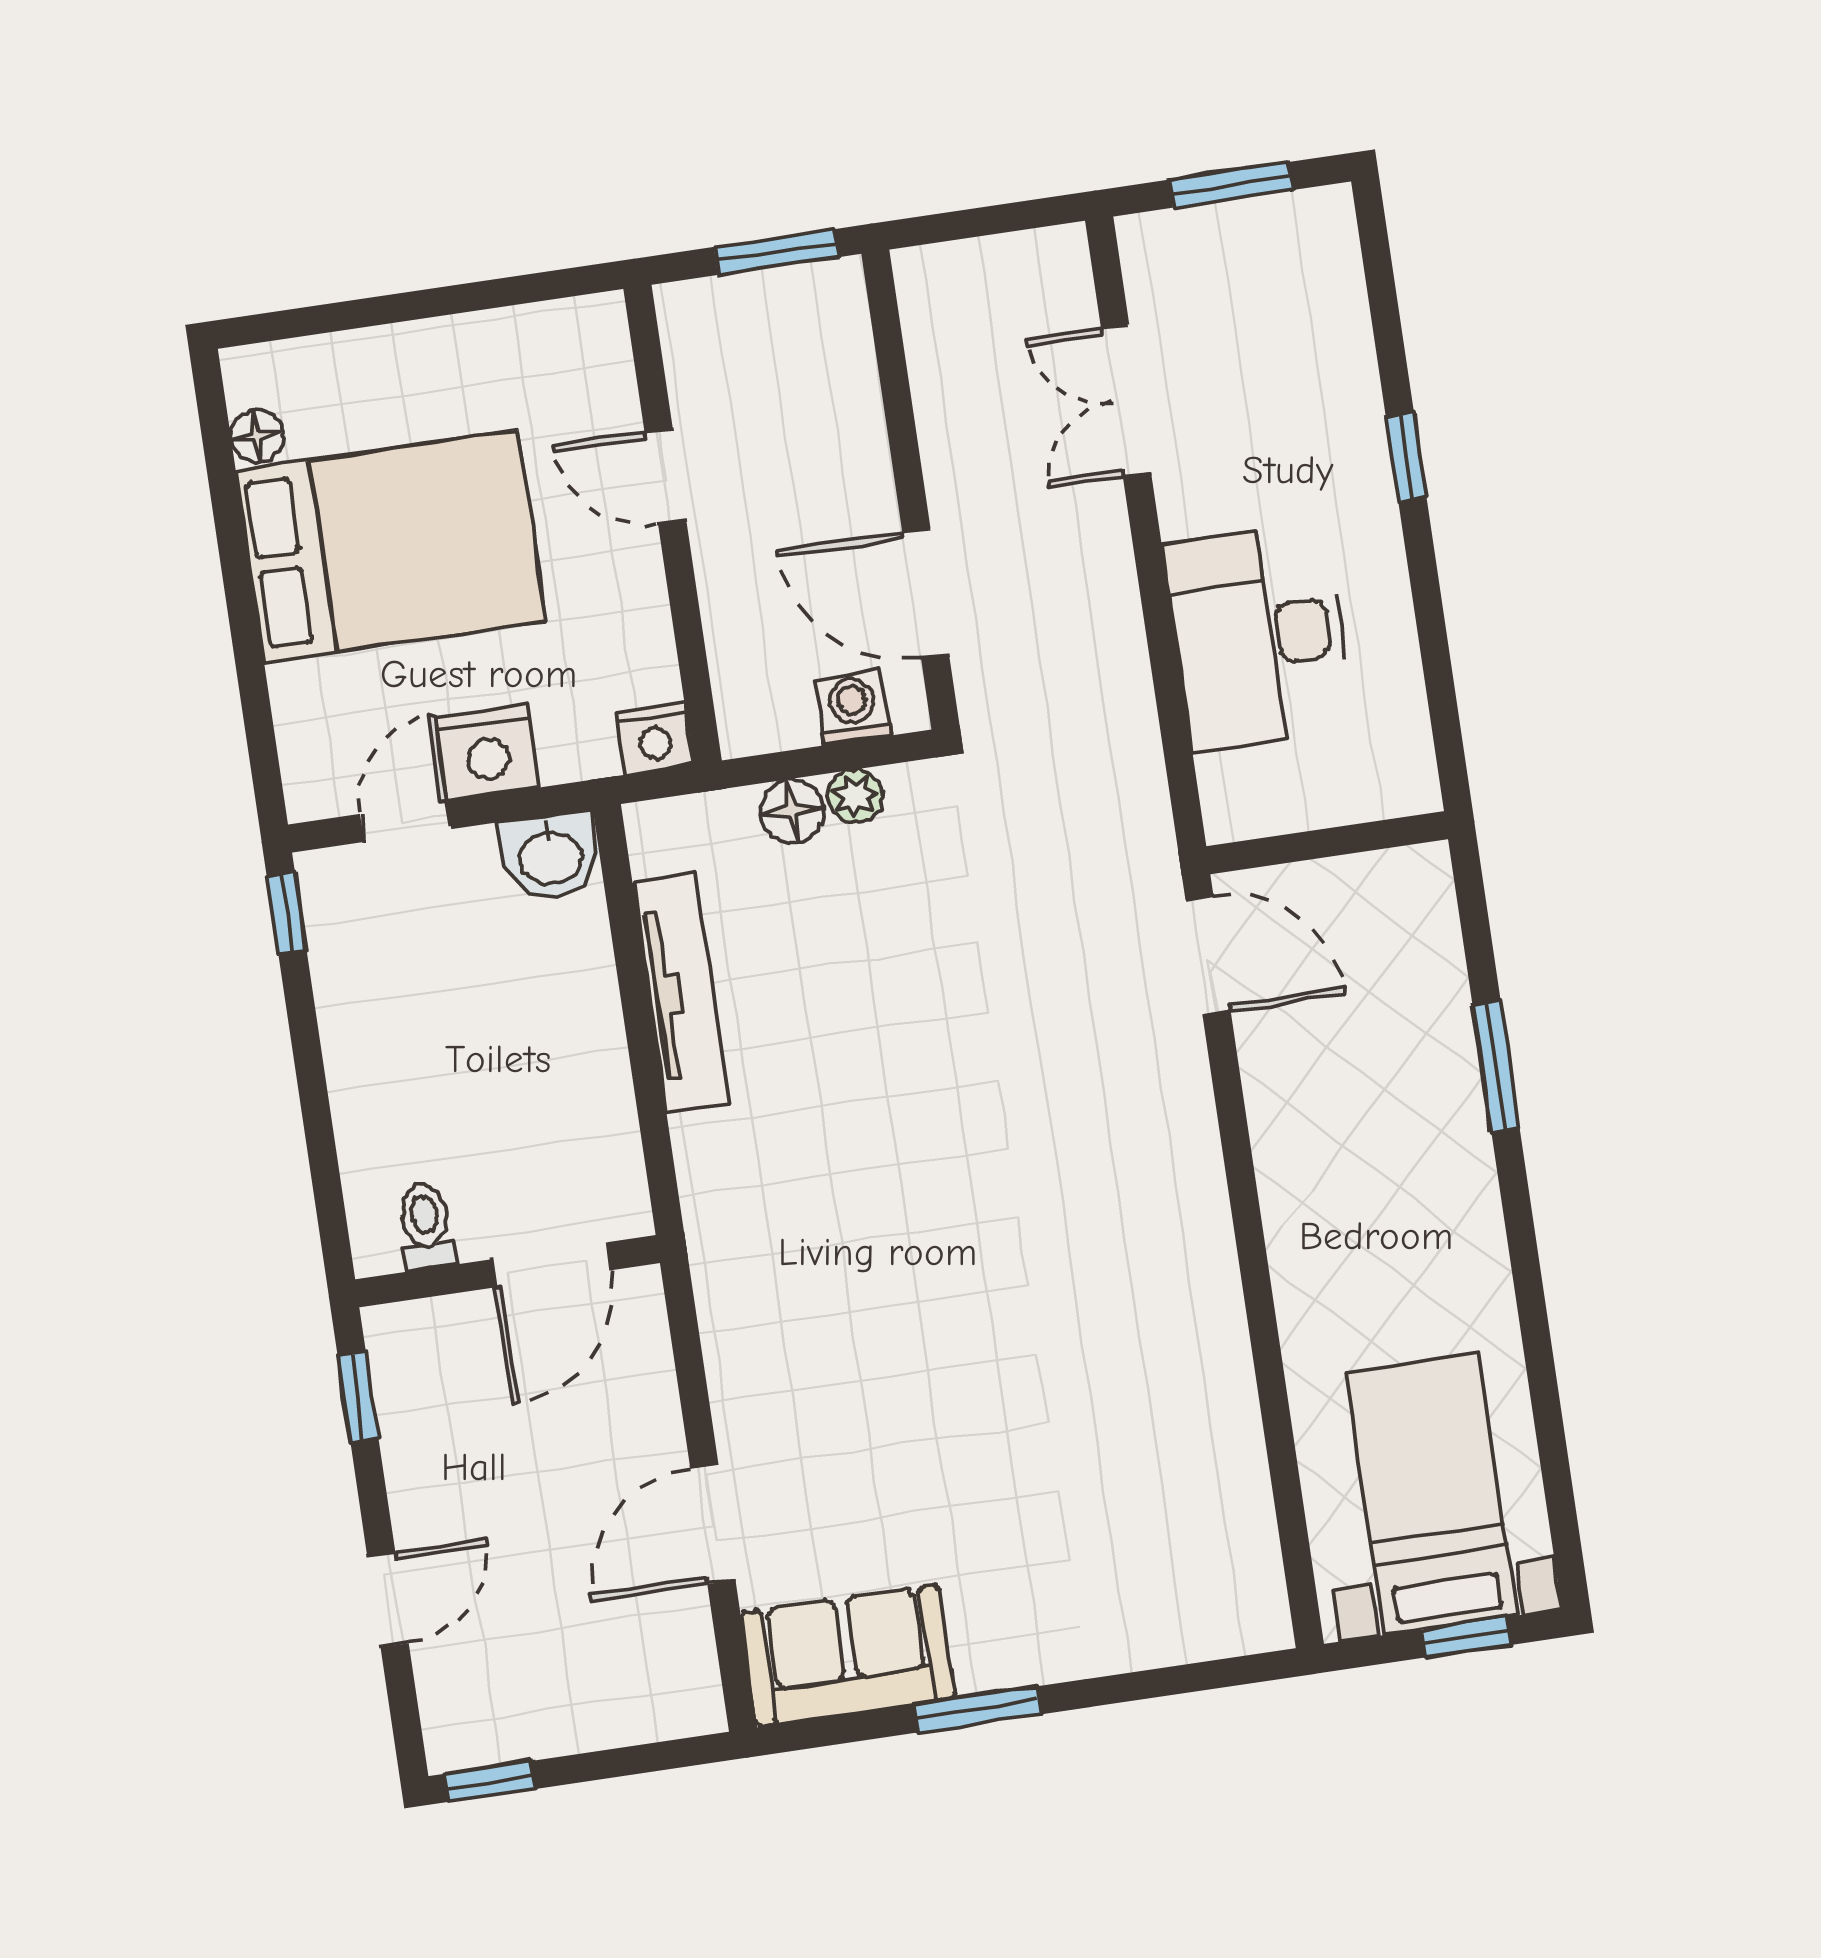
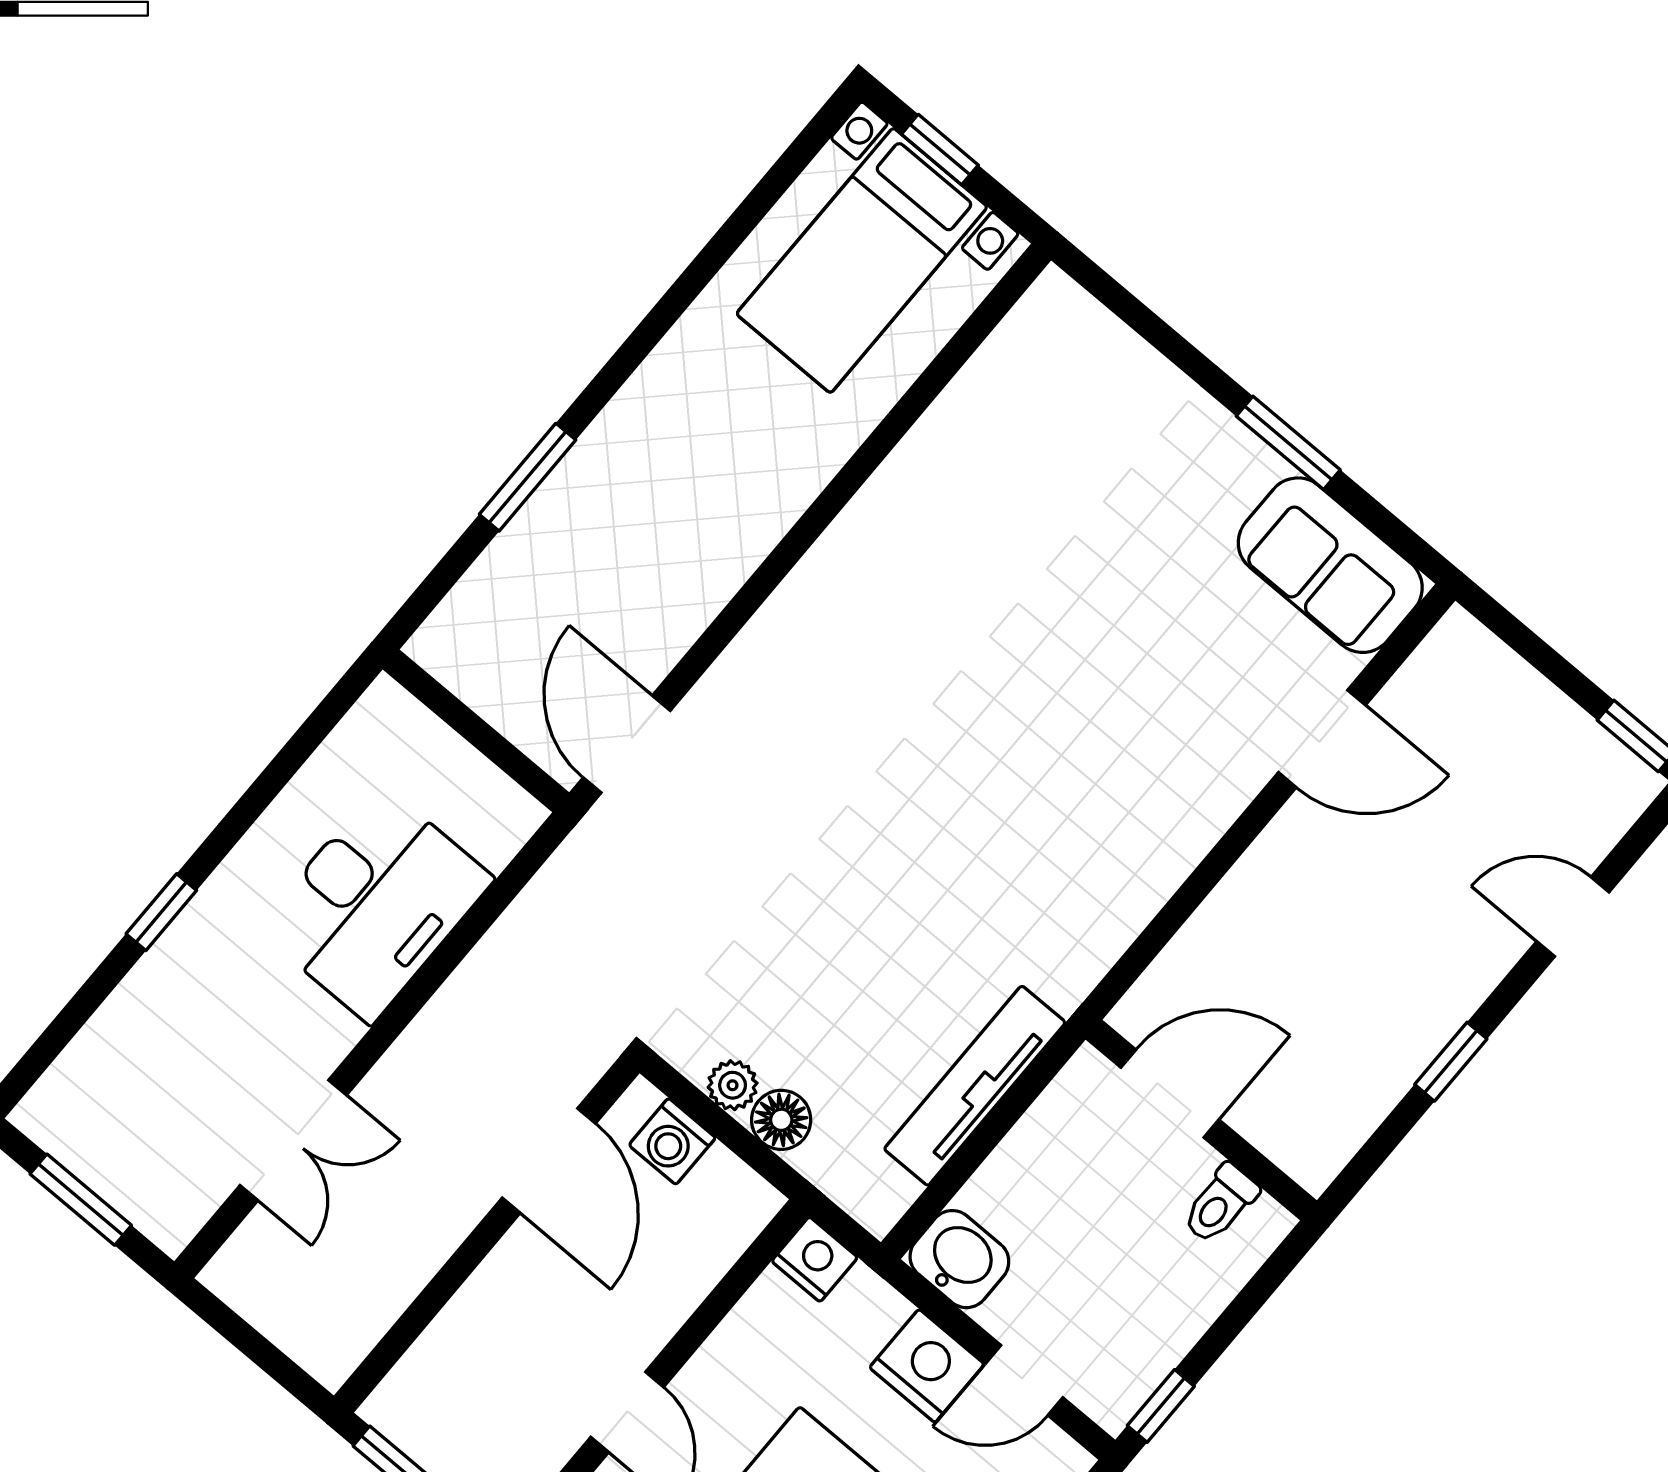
toilet: (426, 1226) -> (1220, 1204), moved
door: (551, 1265) -> (1170, 1094), moved
wall: (507, 1271) -> (1201, 1120), moved

